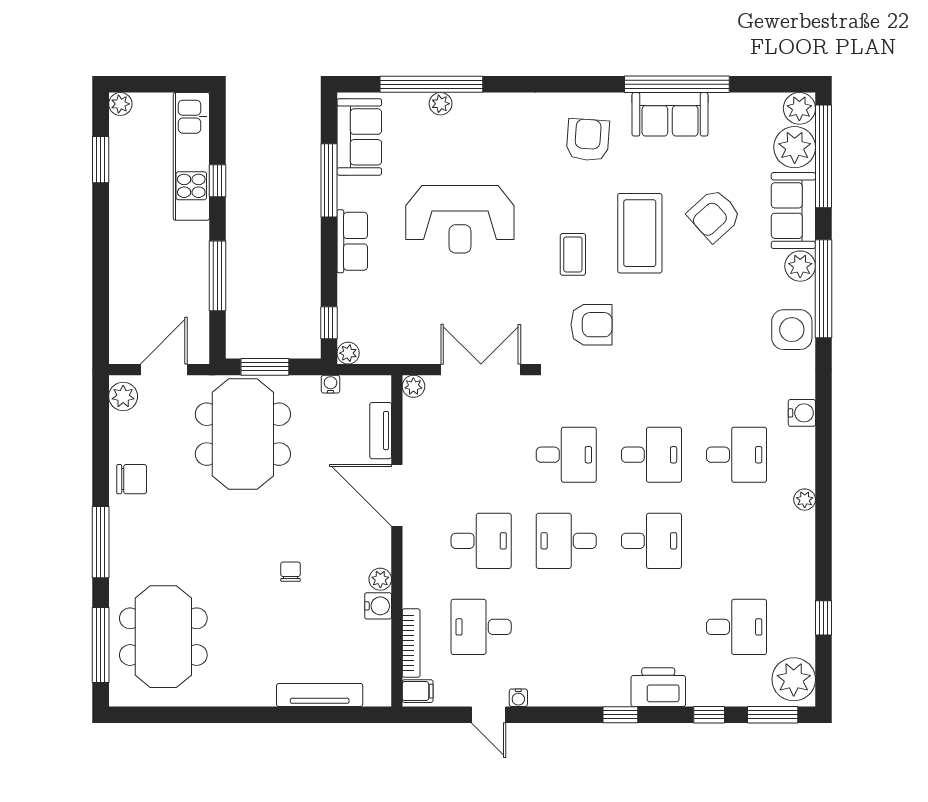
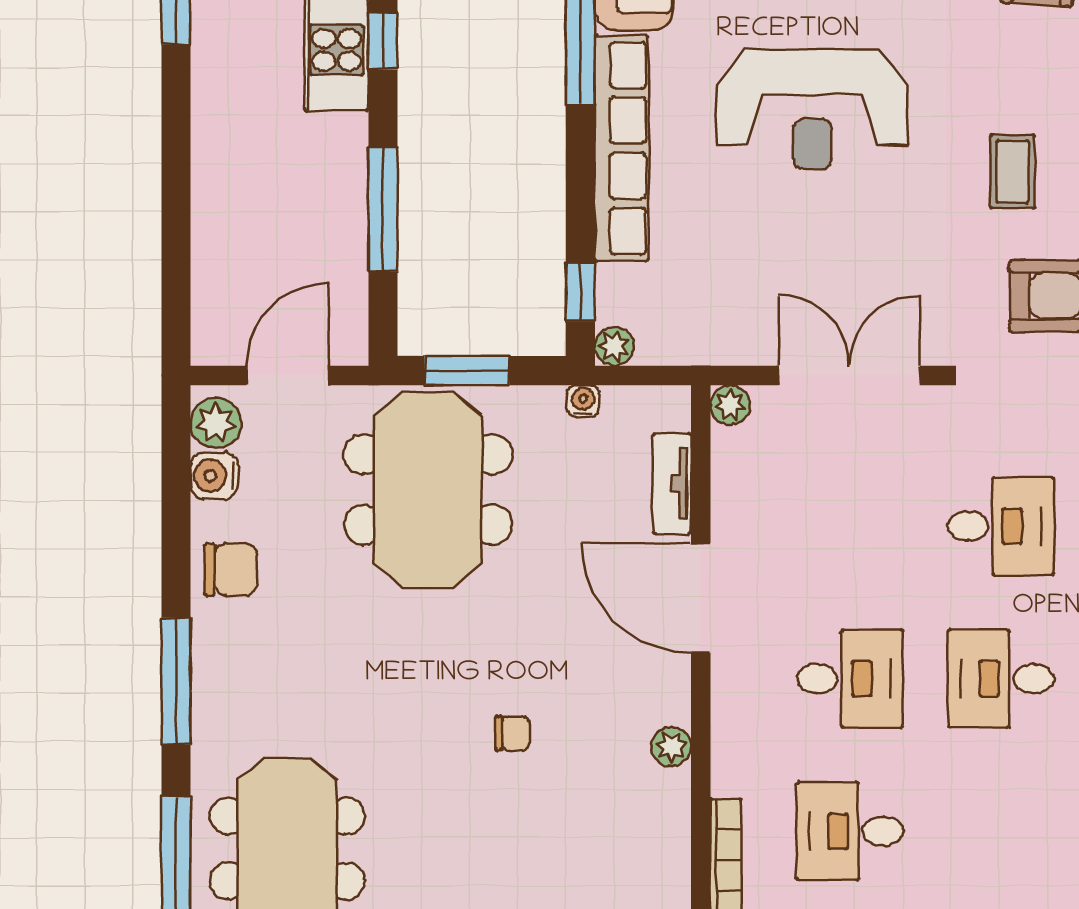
row of seats: (352, 241) -> (622, 148), width x2.02
chair: (291, 572) -> (512, 733), turned 90
water cooler: (378, 606) -> (214, 476), moved, turned 180

